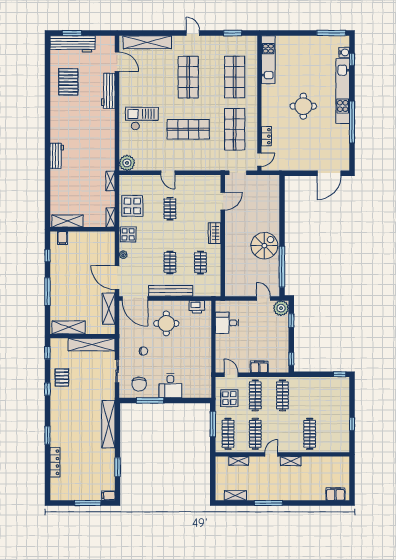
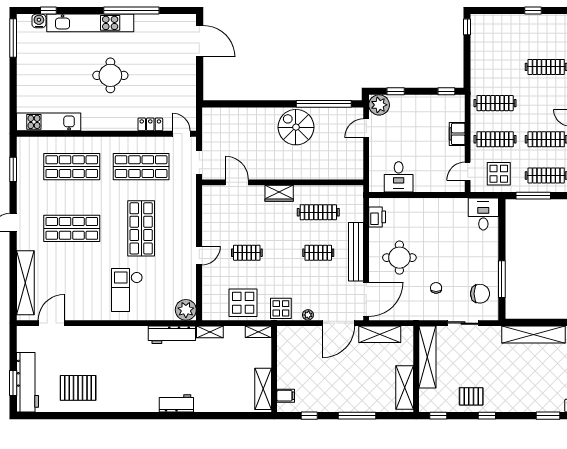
workbench: (108, 91) -> (172, 335), moved
clothes rail: (200, 262) -> (318, 212), width x1.36
desk: (170, 386) -> (483, 214), moved, turned -90

